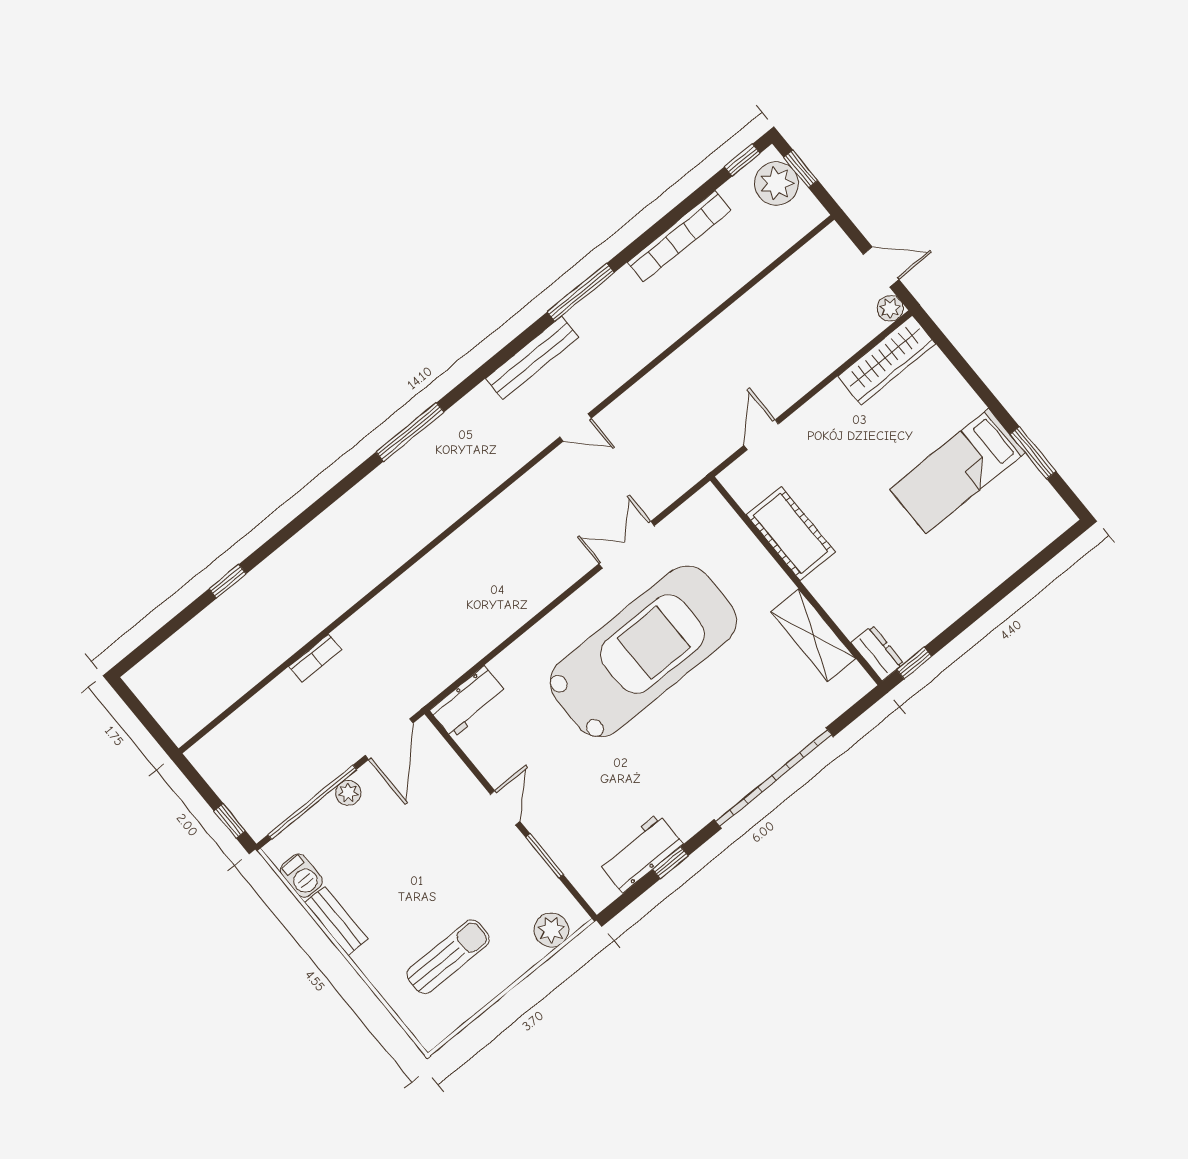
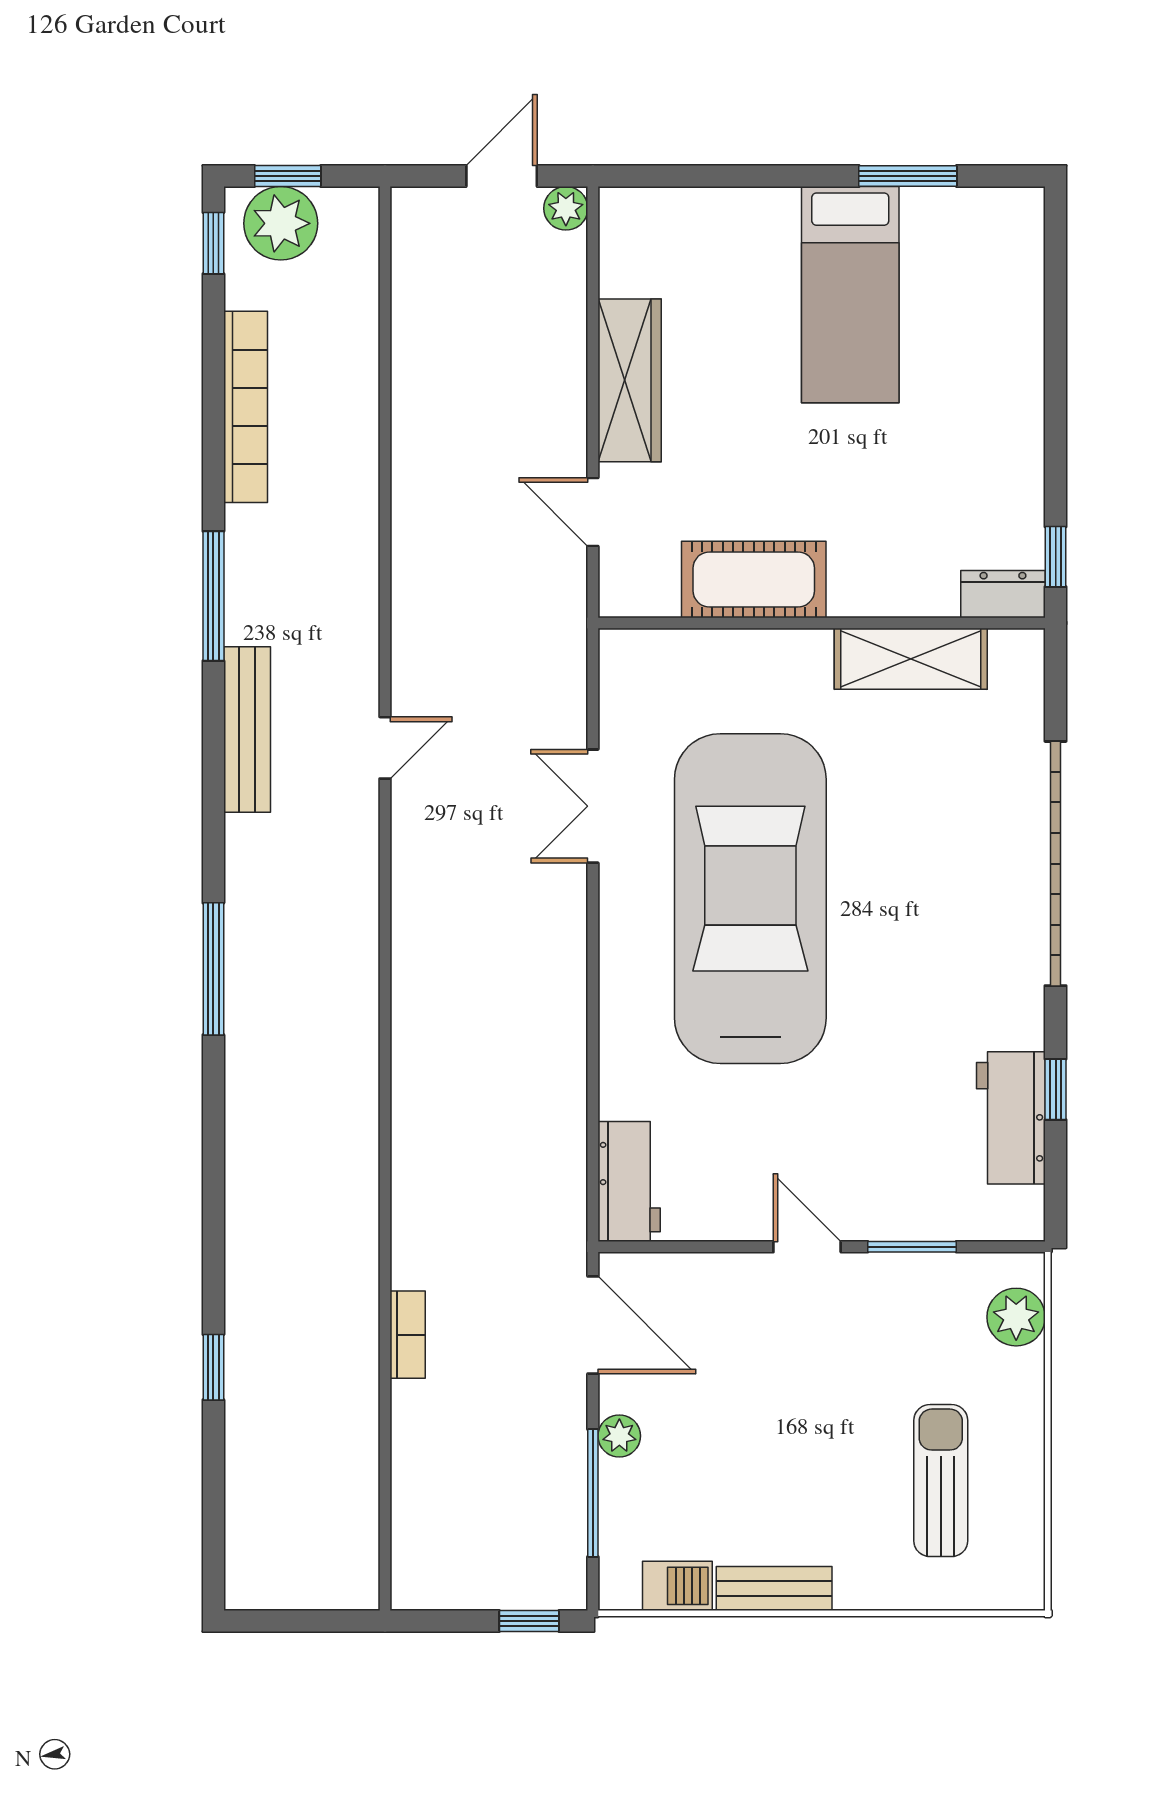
wardrobe: (887, 360) -> (630, 380), moved
window: (312, 802) -> (593, 1493), width x0.68

